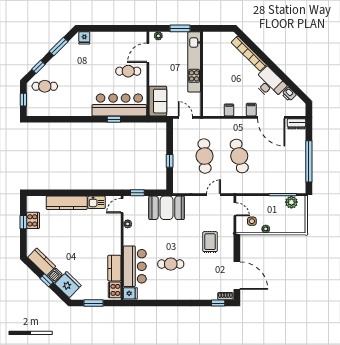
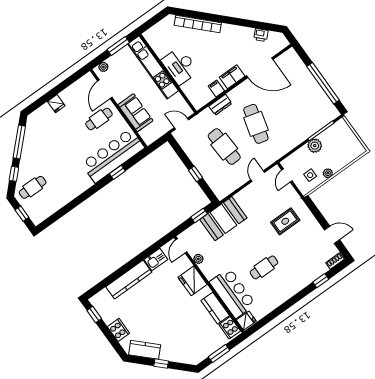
fridge: (84, 38) -> (56, 104), moved
window: (59, 47) -> (19, 142), width x1.44
desk: (269, 83) -> (180, 66), moved, turned -135
sofa: (158, 101) -> (135, 113), moved
filing cabinet: (251, 110) -> (232, 77), width x2.00
dresser: (297, 124) -> (220, 105), moved
cafe table: (239, 156) -> (256, 124), turned 30
window: (137, 193) -> (199, 215), moved
plant: (291, 202) -> (315, 146), moved
door: (235, 209) -> (287, 175), swing flipped
cooker: (33, 220) -> (118, 330), moved
window: (23, 222) -> (94, 314), moved
rug: (210, 242) -> (285, 221), turned 90
dishwasher: (55, 275) -> (166, 354), removed
door: (237, 276) -> (332, 235), width x0.53
fridge: (68, 285) -> (193, 281), moved, turned -134
window: (218, 303) -> (321, 281), moved

